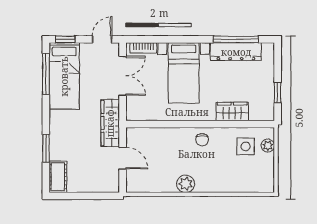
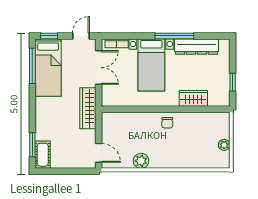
window: (236, 39) -> (174, 36), moved
side table: (246, 146) -> (205, 128), removed
plant: (268, 146) -> (224, 145), moved
window: (46, 148) -> (32, 145), moved
door: (123, 158) -> (99, 153), moved
plant: (186, 184) -> (141, 161), moved

